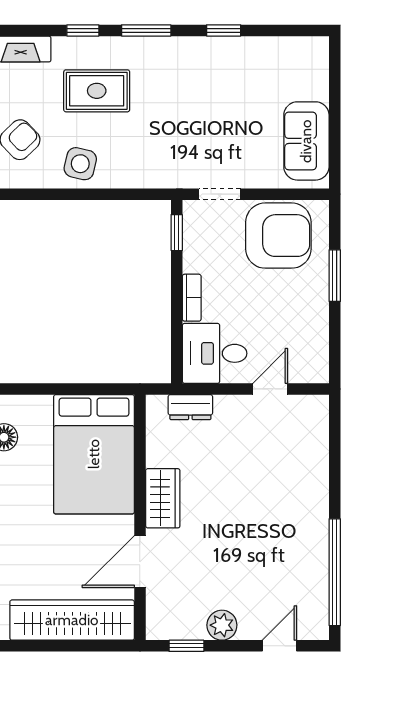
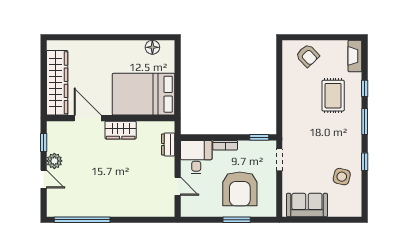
side table: (80, 164) -> (342, 177), moved
armchair: (278, 236) -> (240, 189), moved
door: (280, 646) -> (44, 179), moved

